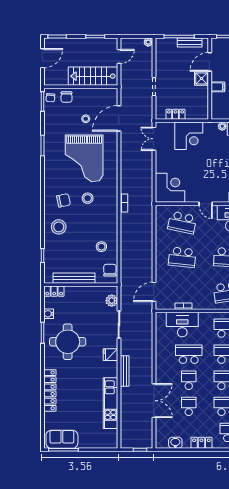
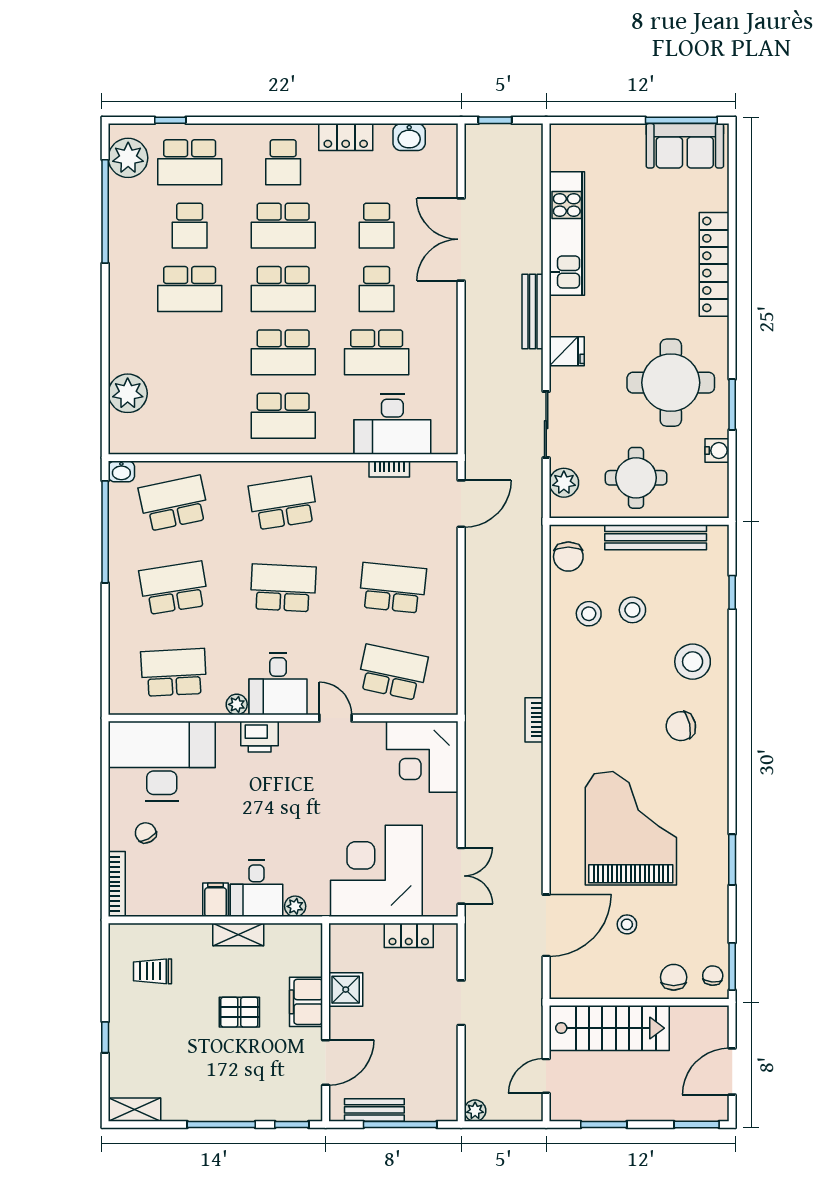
shower: (201, 78) -> (346, 990), moved
filing cabinet: (218, 87) -> (306, 1002), width x2.00
corner desk: (189, 136) -> (376, 871), width x1.36, depth x1.36
stool: (88, 198) -> (632, 610), moved
locker: (54, 291) -> (704, 506), removed
round table: (82, 303) -> (636, 478), added

